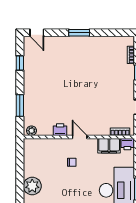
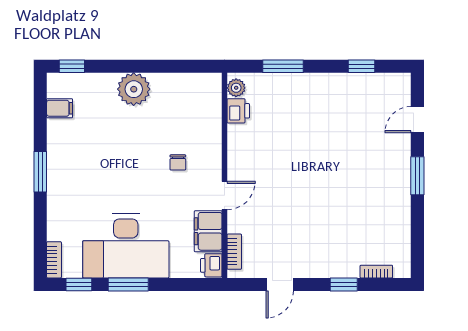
door: (37, 33) -> (417, 120), moved
printer: (60, 130) -> (238, 111), moved
door: (80, 137) -> (225, 195), moved

